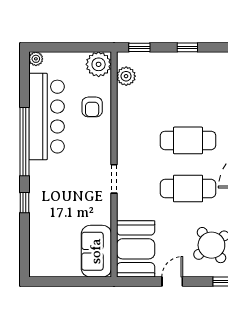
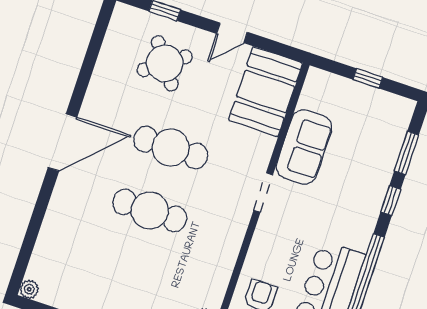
window: (25, 239) -> (407, 153), added
sofa: (96, 251) -> (304, 147), moved
window: (68, 282) -> (368, 78), added

